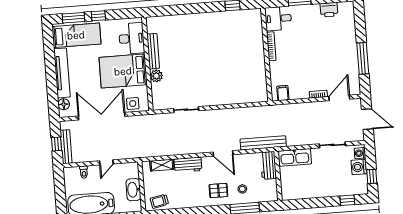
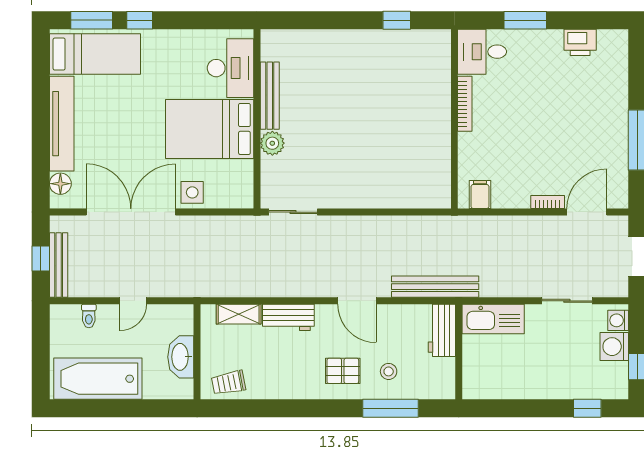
desk: (132, 38) -> (231, 68), moved
bench: (153, 51) -> (270, 96), moved
wall: (147, 64) -> (257, 119), moved
bed: (123, 71) -> (210, 129), moved
plant: (156, 76) -> (272, 143), moved

